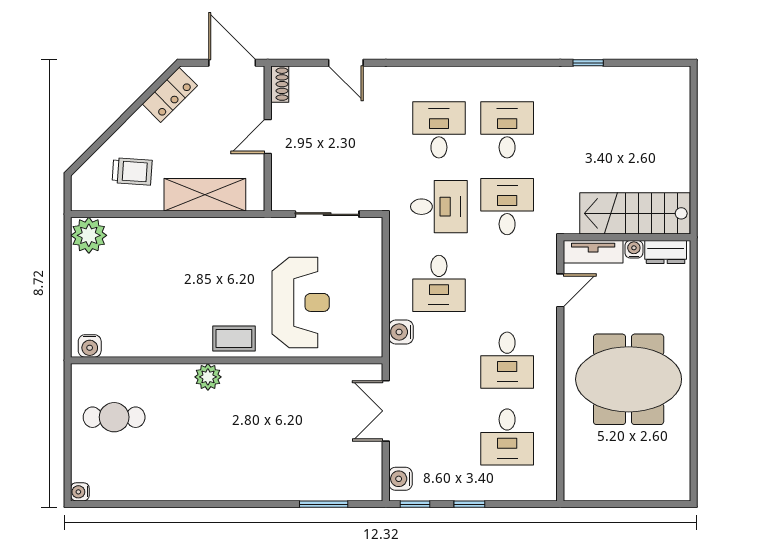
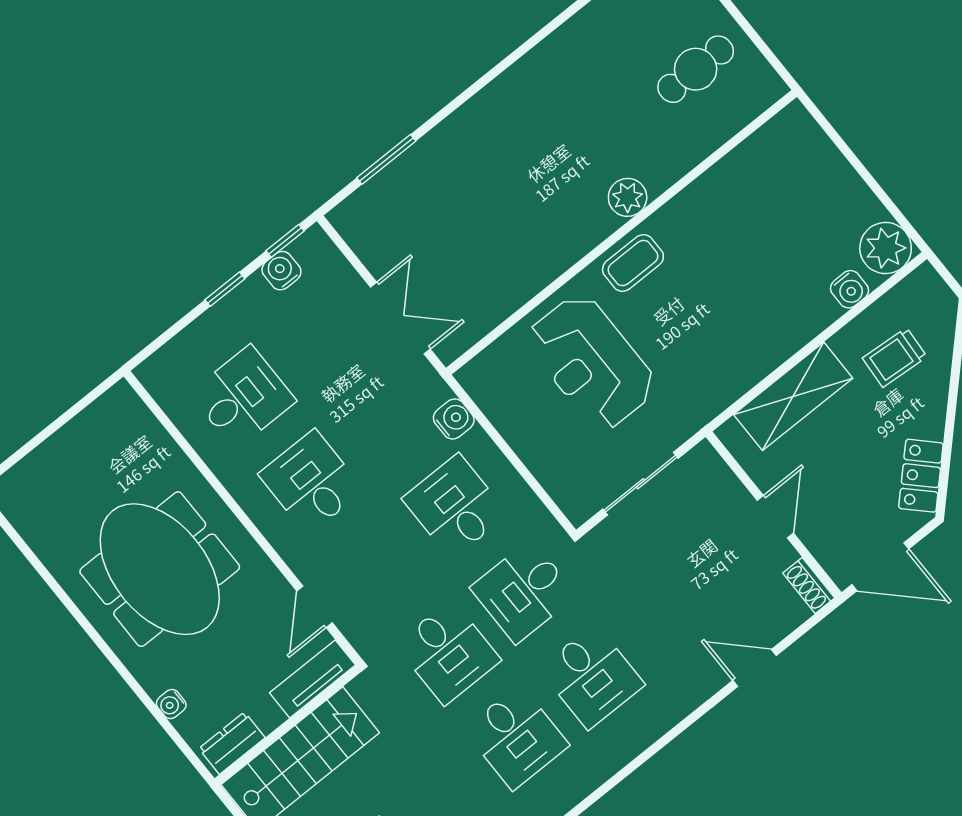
water cooler: (634, 249) -> (171, 704), moved, turned 90
water cooler: (90, 346) -> (850, 289), moved, turned 180
meeting table: (629, 379) -> (160, 569), turned 90
desk: (507, 437) -> (243, 397), turned 90
water cooler: (401, 479) -> (281, 271), moved, turned -90

